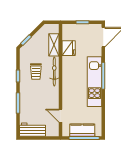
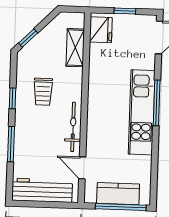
fridge: (69, 48) -> (101, 30), moved
bicycle: (54, 72) -> (73, 127), moved
workbench: (33, 130) -> (42, 190), width x1.38

